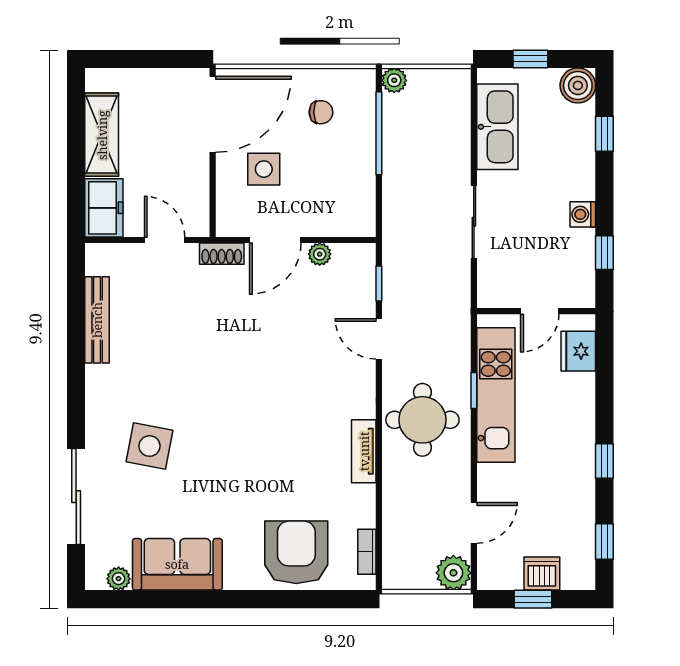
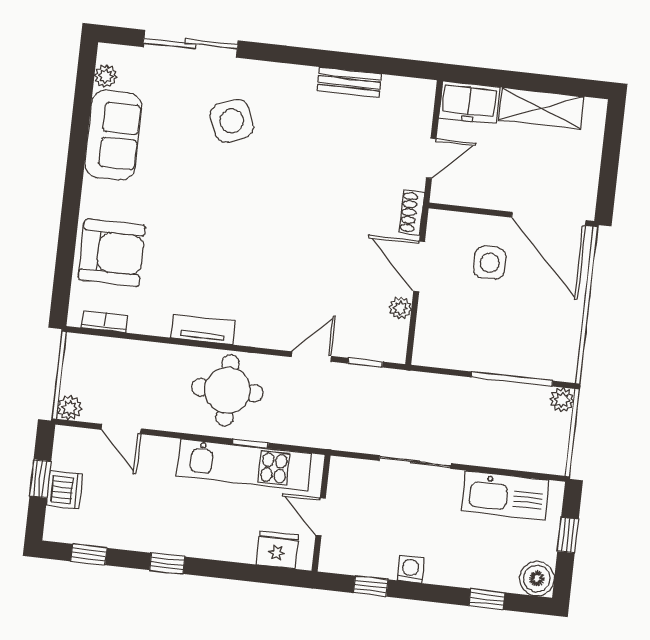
chair: (321, 112) -> (539, 325), removed
bench: (97, 320) -> (349, 82), width x0.73
side table: (149, 446) -> (232, 121), turned -33
plant: (453, 573) -> (70, 408), width x0.73, depth x0.73

